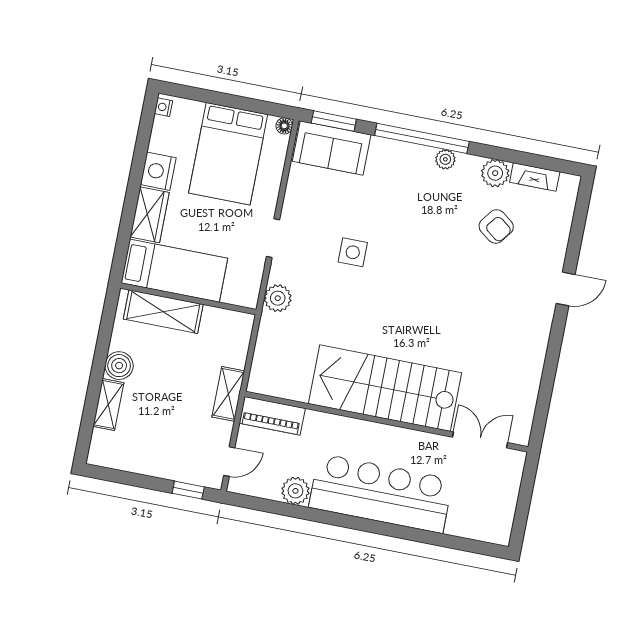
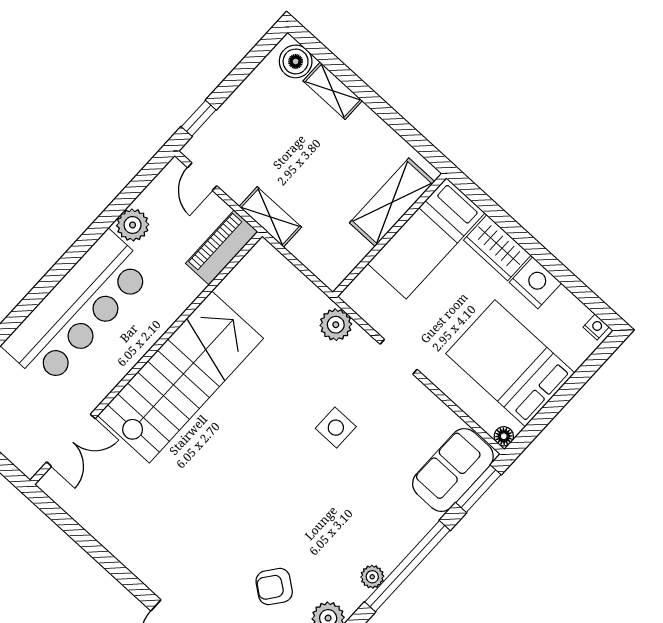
boiler: (119, 366) -> (296, 61), moved

